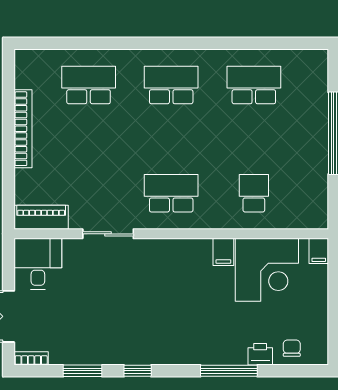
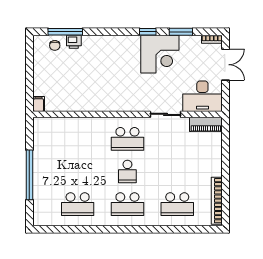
bookcase: (23, 129) -> (217, 201), moved
school desk: (254, 193) -> (127, 171), moved
filing cabinet: (223, 252) -> (96, 103), removed
desk: (38, 264) -> (202, 96), width x1.37
corner desk: (267, 270) -> (160, 54), moved, turned 180
window: (229, 371) -> (65, 32), moved

